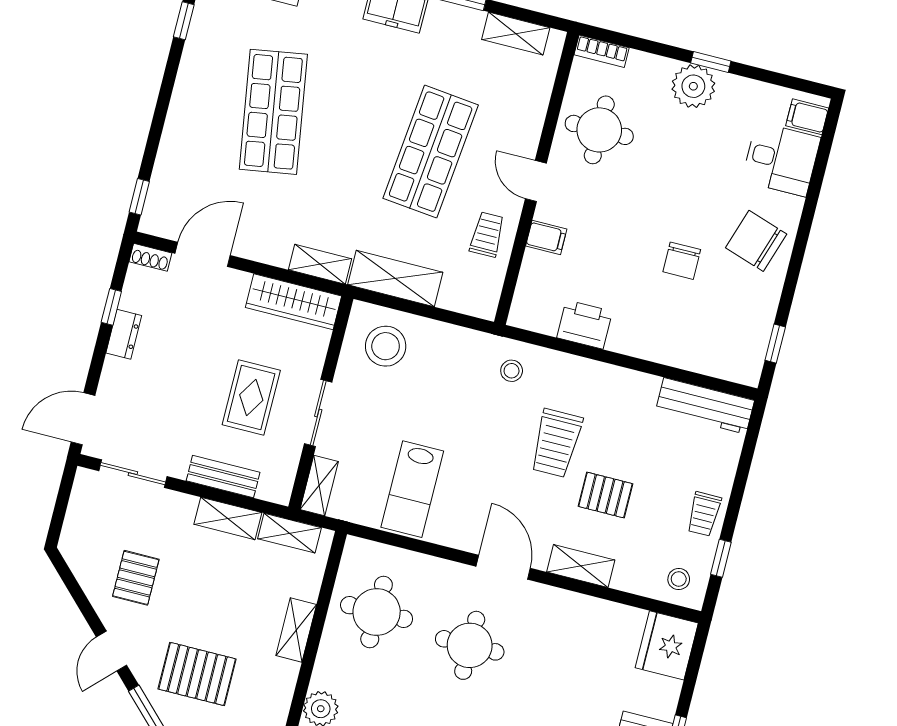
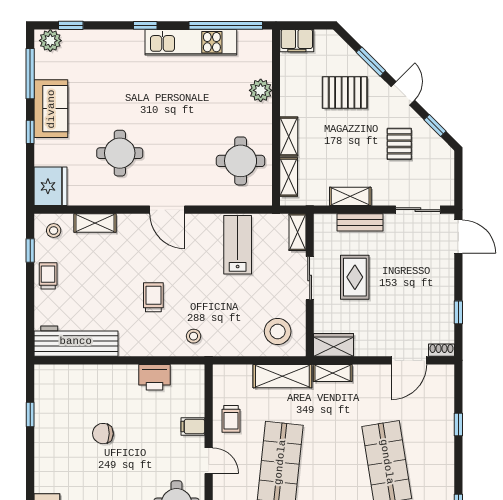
window: (139, 197) -> (458, 425), moved
chair: (756, 241) -> (59, 458), removed
chair: (682, 261) -> (103, 434), turned -89
wardrobe: (293, 302) -> (333, 345), width x0.67
dresser: (124, 334) -> (446, 297), removed
window: (775, 344) -> (30, 415), moved
workbench: (705, 406) -> (76, 341), width x1.36, depth x1.32
door: (83, 419) -> (458, 237), hinge flipped
trolley: (556, 443) -> (153, 297), width x0.73, depth x0.72
pallet: (605, 495) -> (114, 272), removed
shelving: (289, 533) -> (289, 177), moved, turned 90
shelving: (581, 566) -> (95, 223), moved
window: (76, 592) -> (435, 126), added
round table: (470, 645) -> (120, 153), moved

